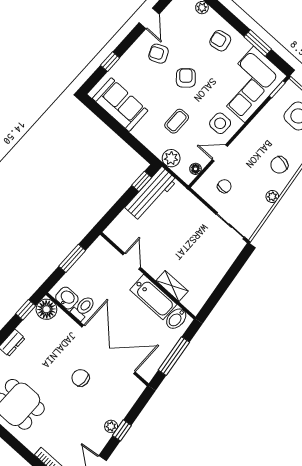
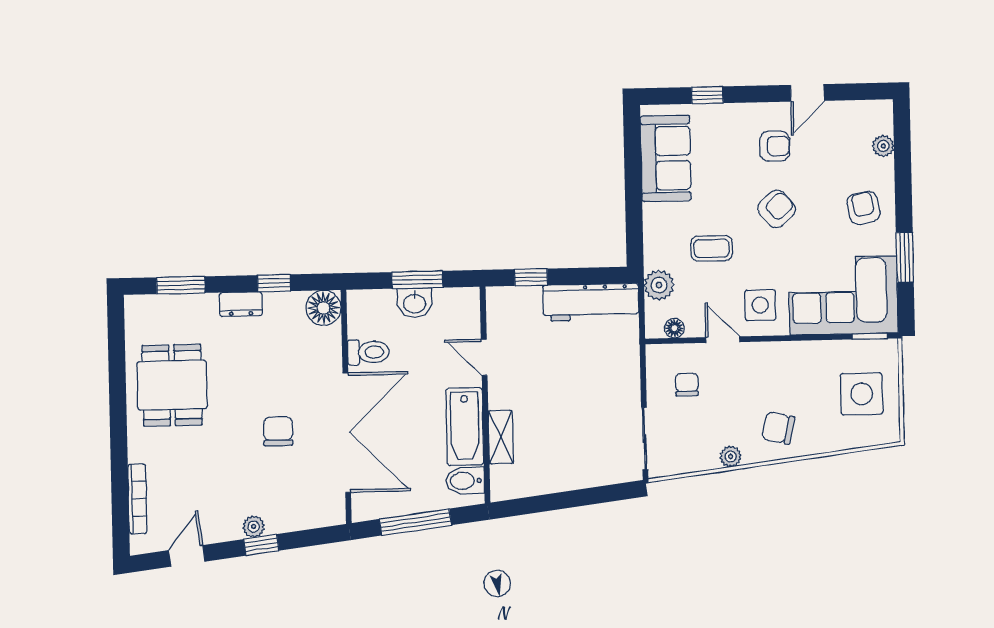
armchair: (159, 54) -> (775, 146), turned 114
window: (142, 181) -> (531, 277), moved
chair: (224, 186) -> (687, 385), turned -90
door: (132, 261) -> (484, 357), swing flipped
washbasin: (67, 298) -> (415, 303), moved, turned 90
window: (26, 310) -> (274, 283), moved

